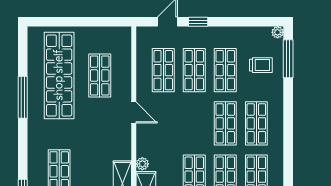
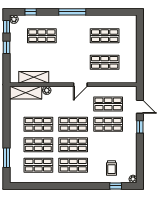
window: (288, 59) -> (116, 186), width x0.46
shop shelf: (225, 70) -> (73, 124), moved
shop shelf: (59, 75) -> (105, 36), width x0.50, depth x0.74
window: (23, 97) -> (72, 12), moved

